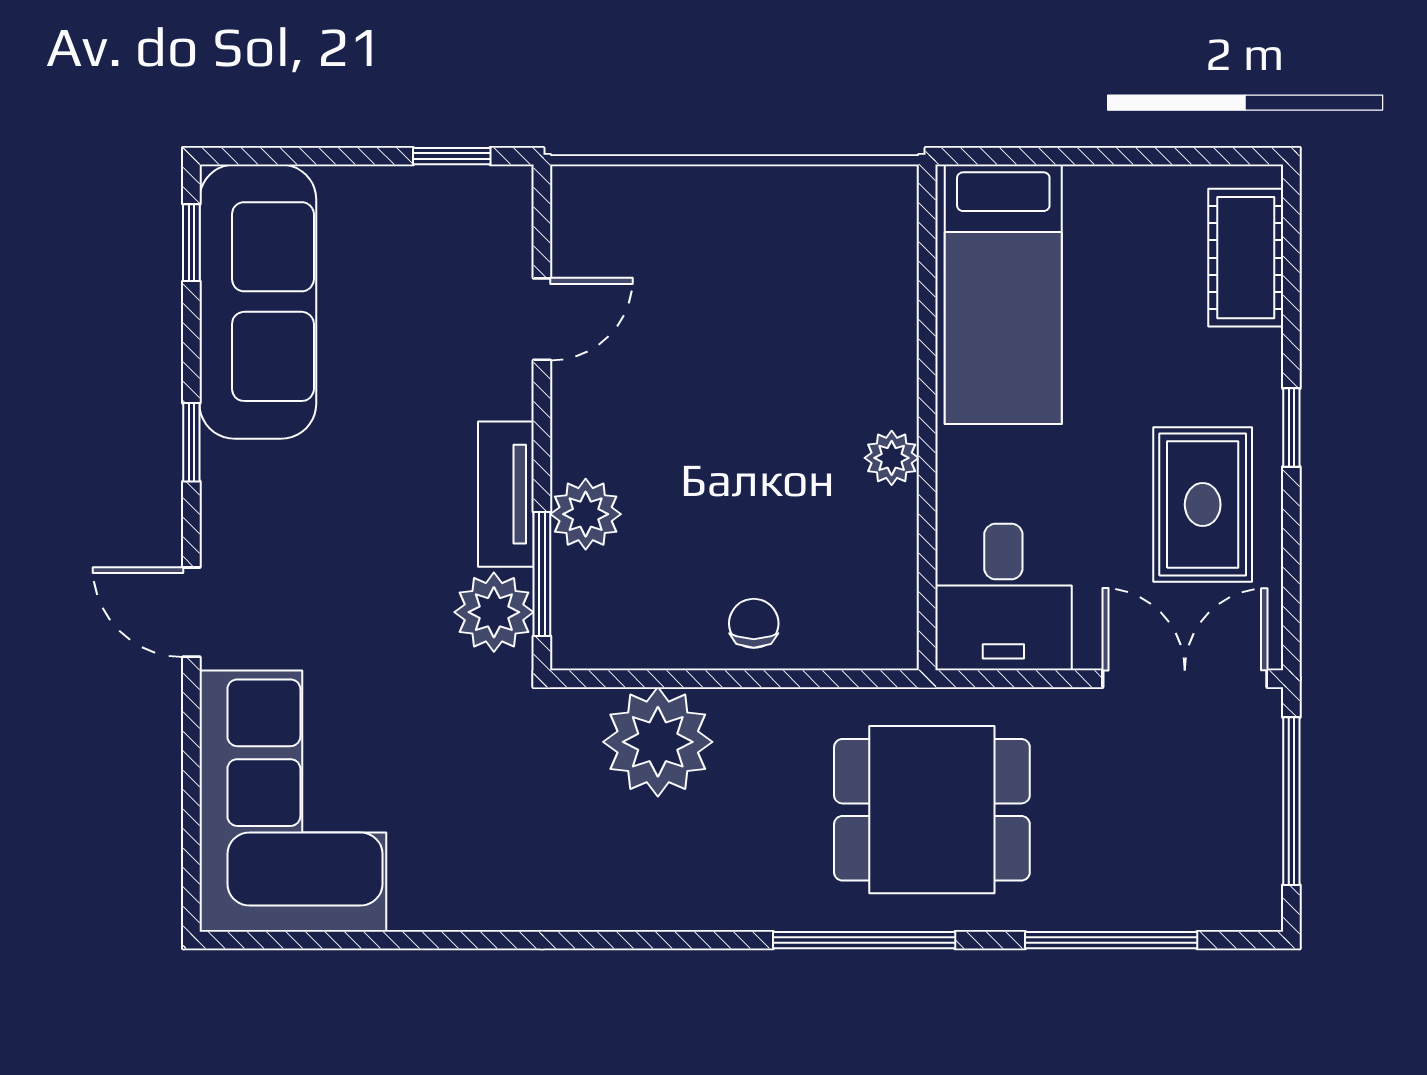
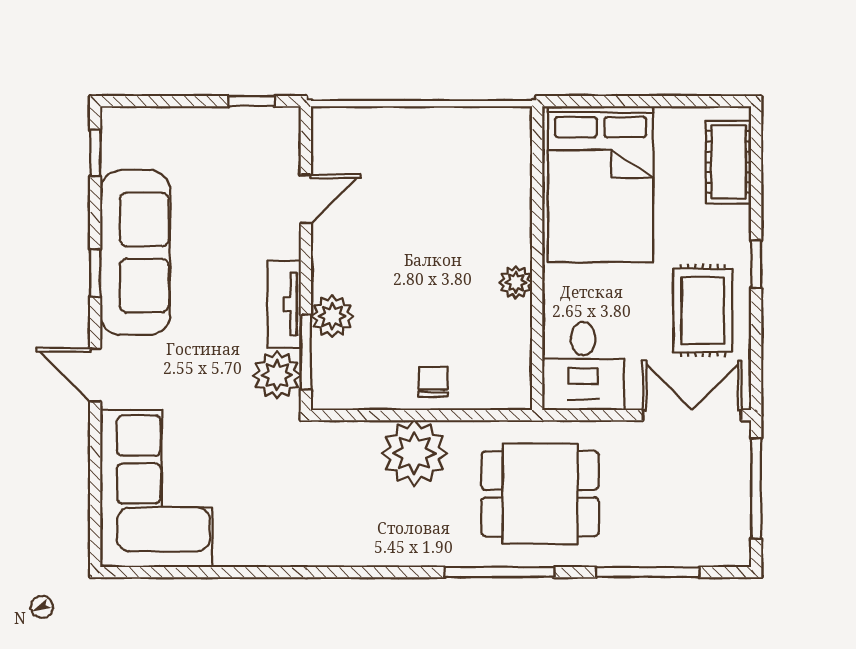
bed: (1003, 294) -> (601, 184), width x1.50
sofa: (258, 302) -> (135, 253), moved
plant: (658, 742) -> (414, 453), moved

